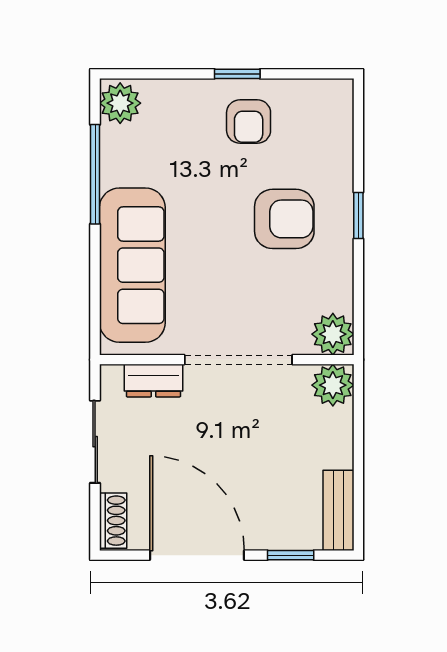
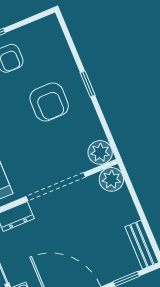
armchair: (284, 219) -> (49, 102), turned 90

